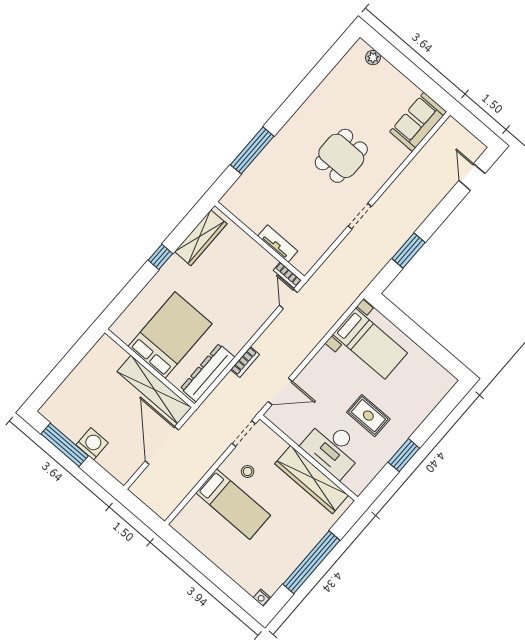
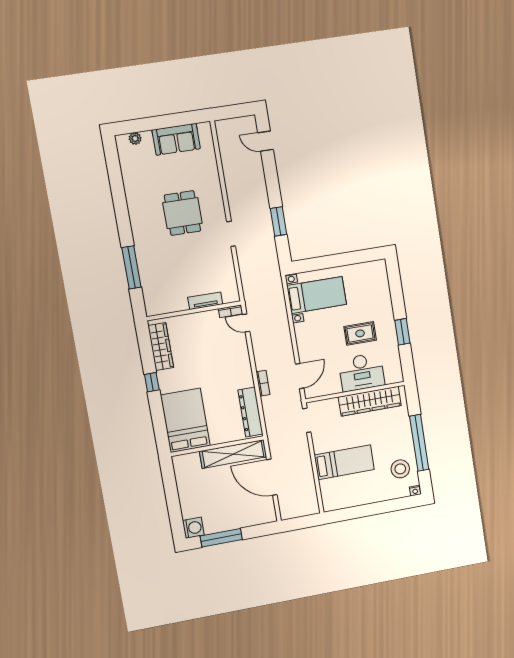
sofa: (418, 122) -> (176, 139), moved, turned -90
bed: (170, 335) -> (185, 420), moved
washing machine: (92, 444) -> (193, 528), moved, turned 90
stool: (248, 471) -> (400, 469), moved, width x1.89, depth x1.89

